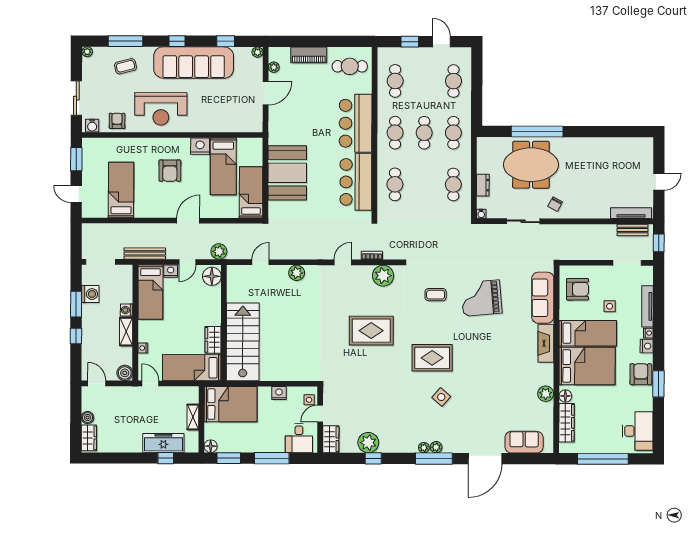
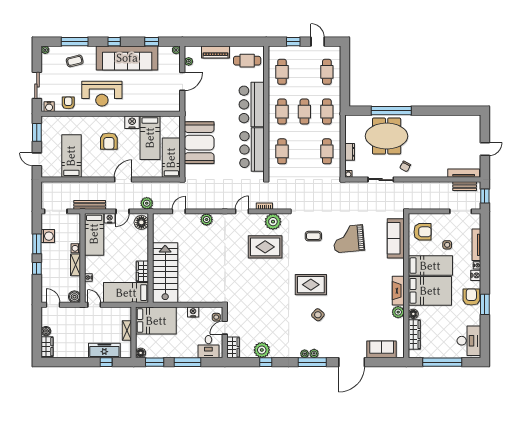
rug: (371, 331) -> (265, 247), moved
fireplace: (546, 343) -> (398, 291), moved

